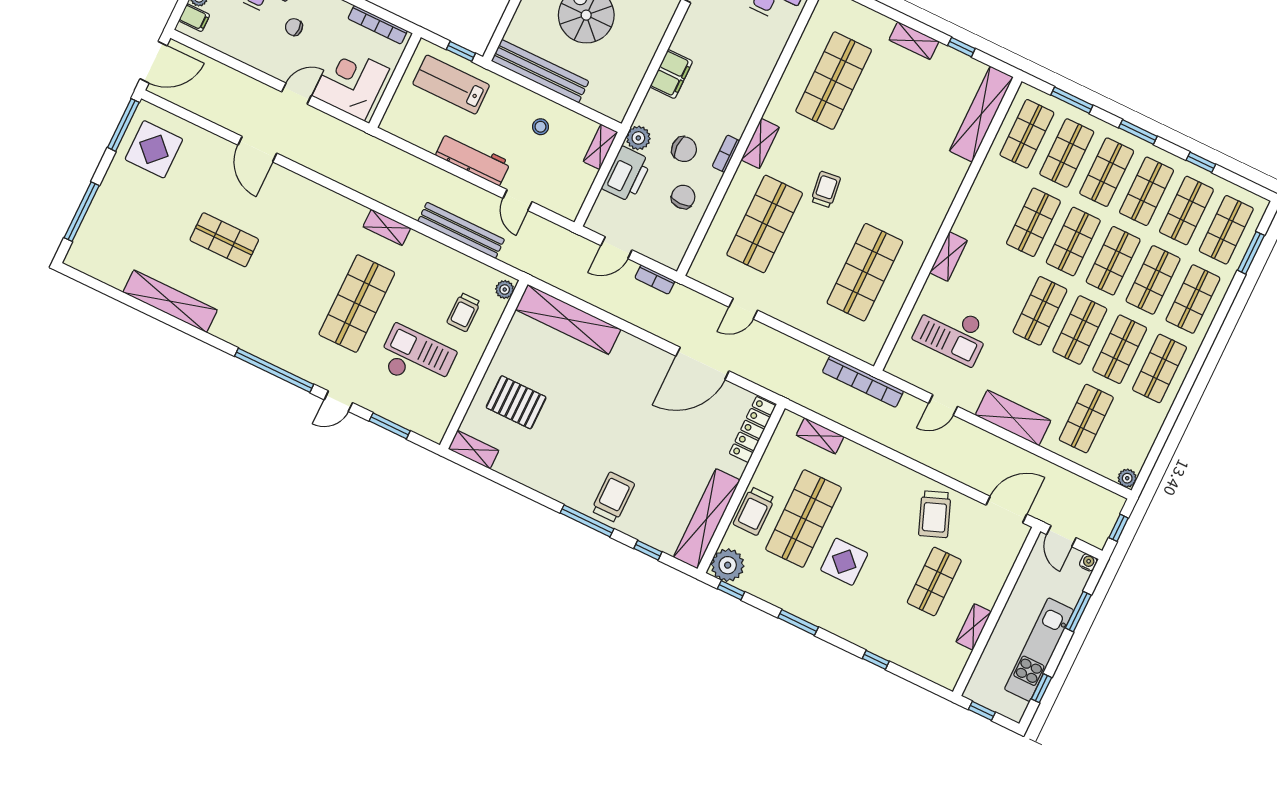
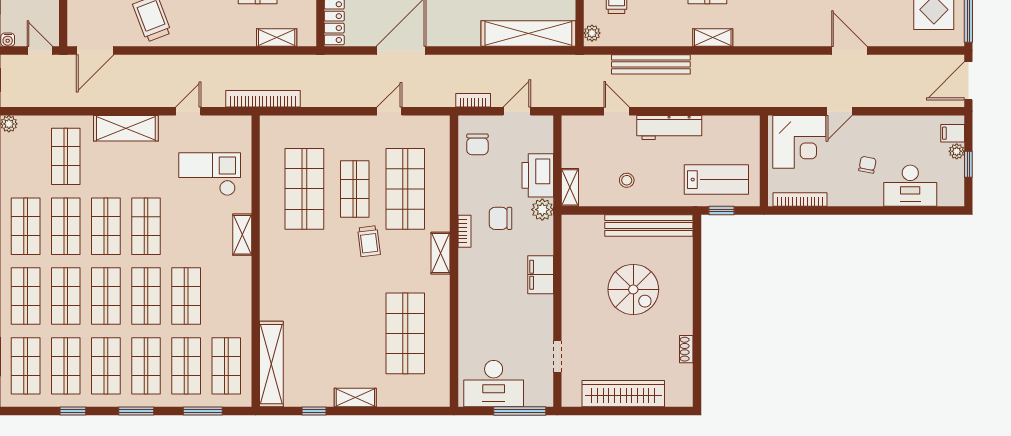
chair: (294, 27) -> (867, 165), turned -79
chair: (683, 197) -> (477, 144), moved
shop shelf: (815, 248) -> (355, 189), added

